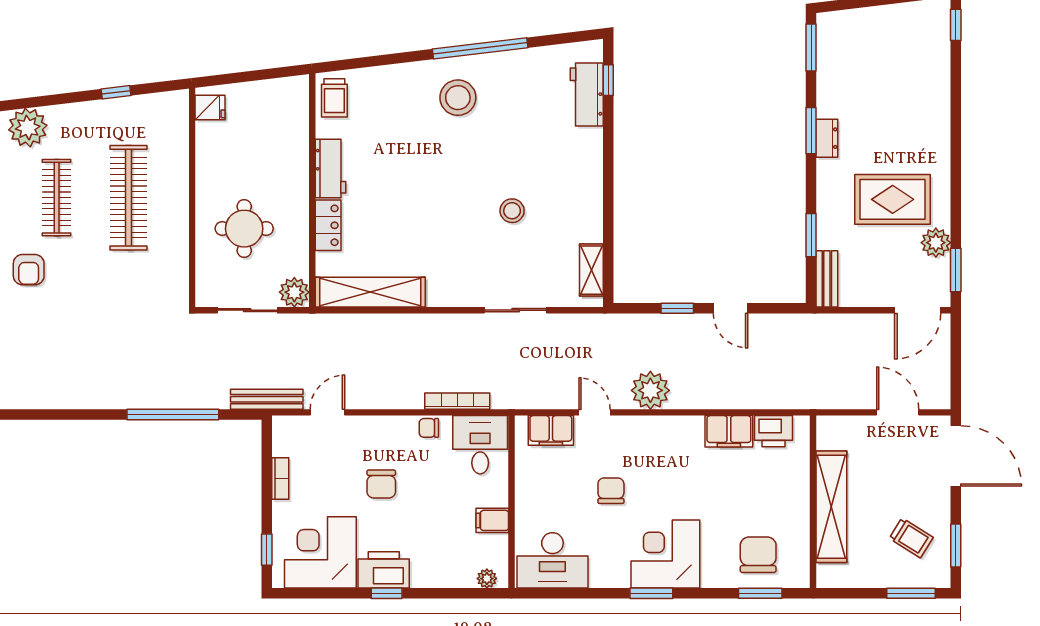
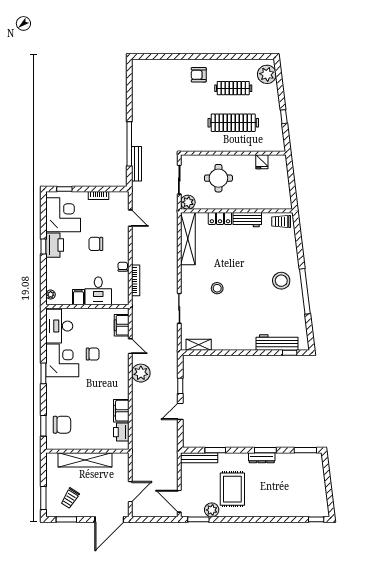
workbench: (587, 94) -> (277, 342), width x1.37
fridge: (210, 107) -> (262, 162), moved
dresser: (827, 138) -> (262, 458), width x1.44
stool: (512, 211) -> (217, 288), moved
bench: (827, 279) -> (199, 458), width x1.36
bench: (267, 399) -> (137, 164), moved
door: (595, 412) -> (130, 346), hinge flipped
desk: (480, 445) -> (98, 291), moved, turned 90
corner desk: (665, 554) -> (62, 360), moved

